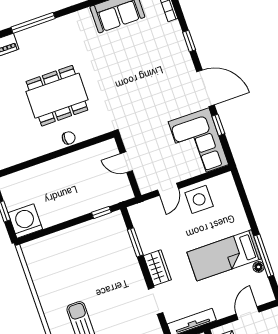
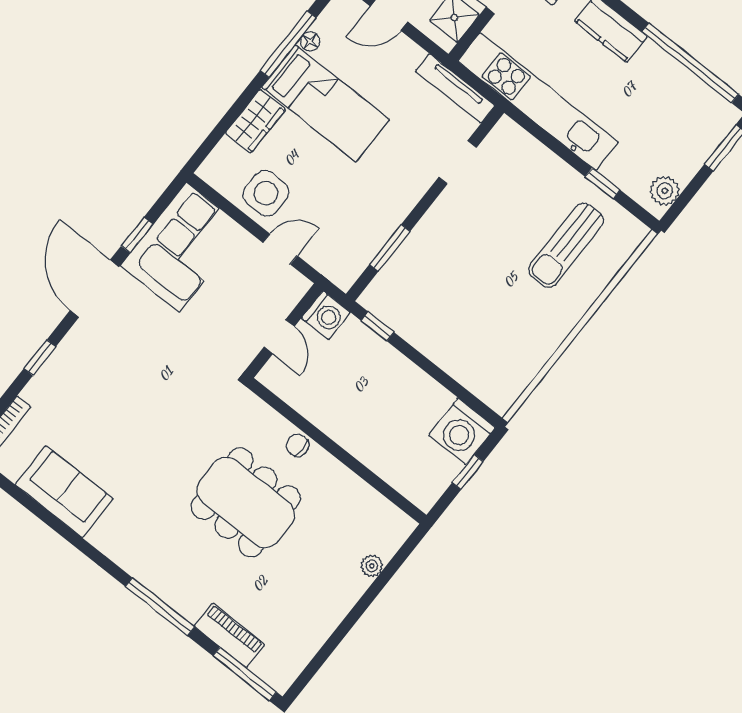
washing machine: (122, 191) -> (326, 315), added
wardrobe: (157, 268) -> (255, 121), moved, turned 180

